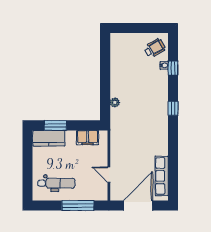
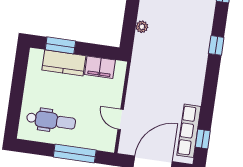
kitchen counter: (49, 138) -> (64, 63), moved
window: (173, 181) -> (203, 139), added

